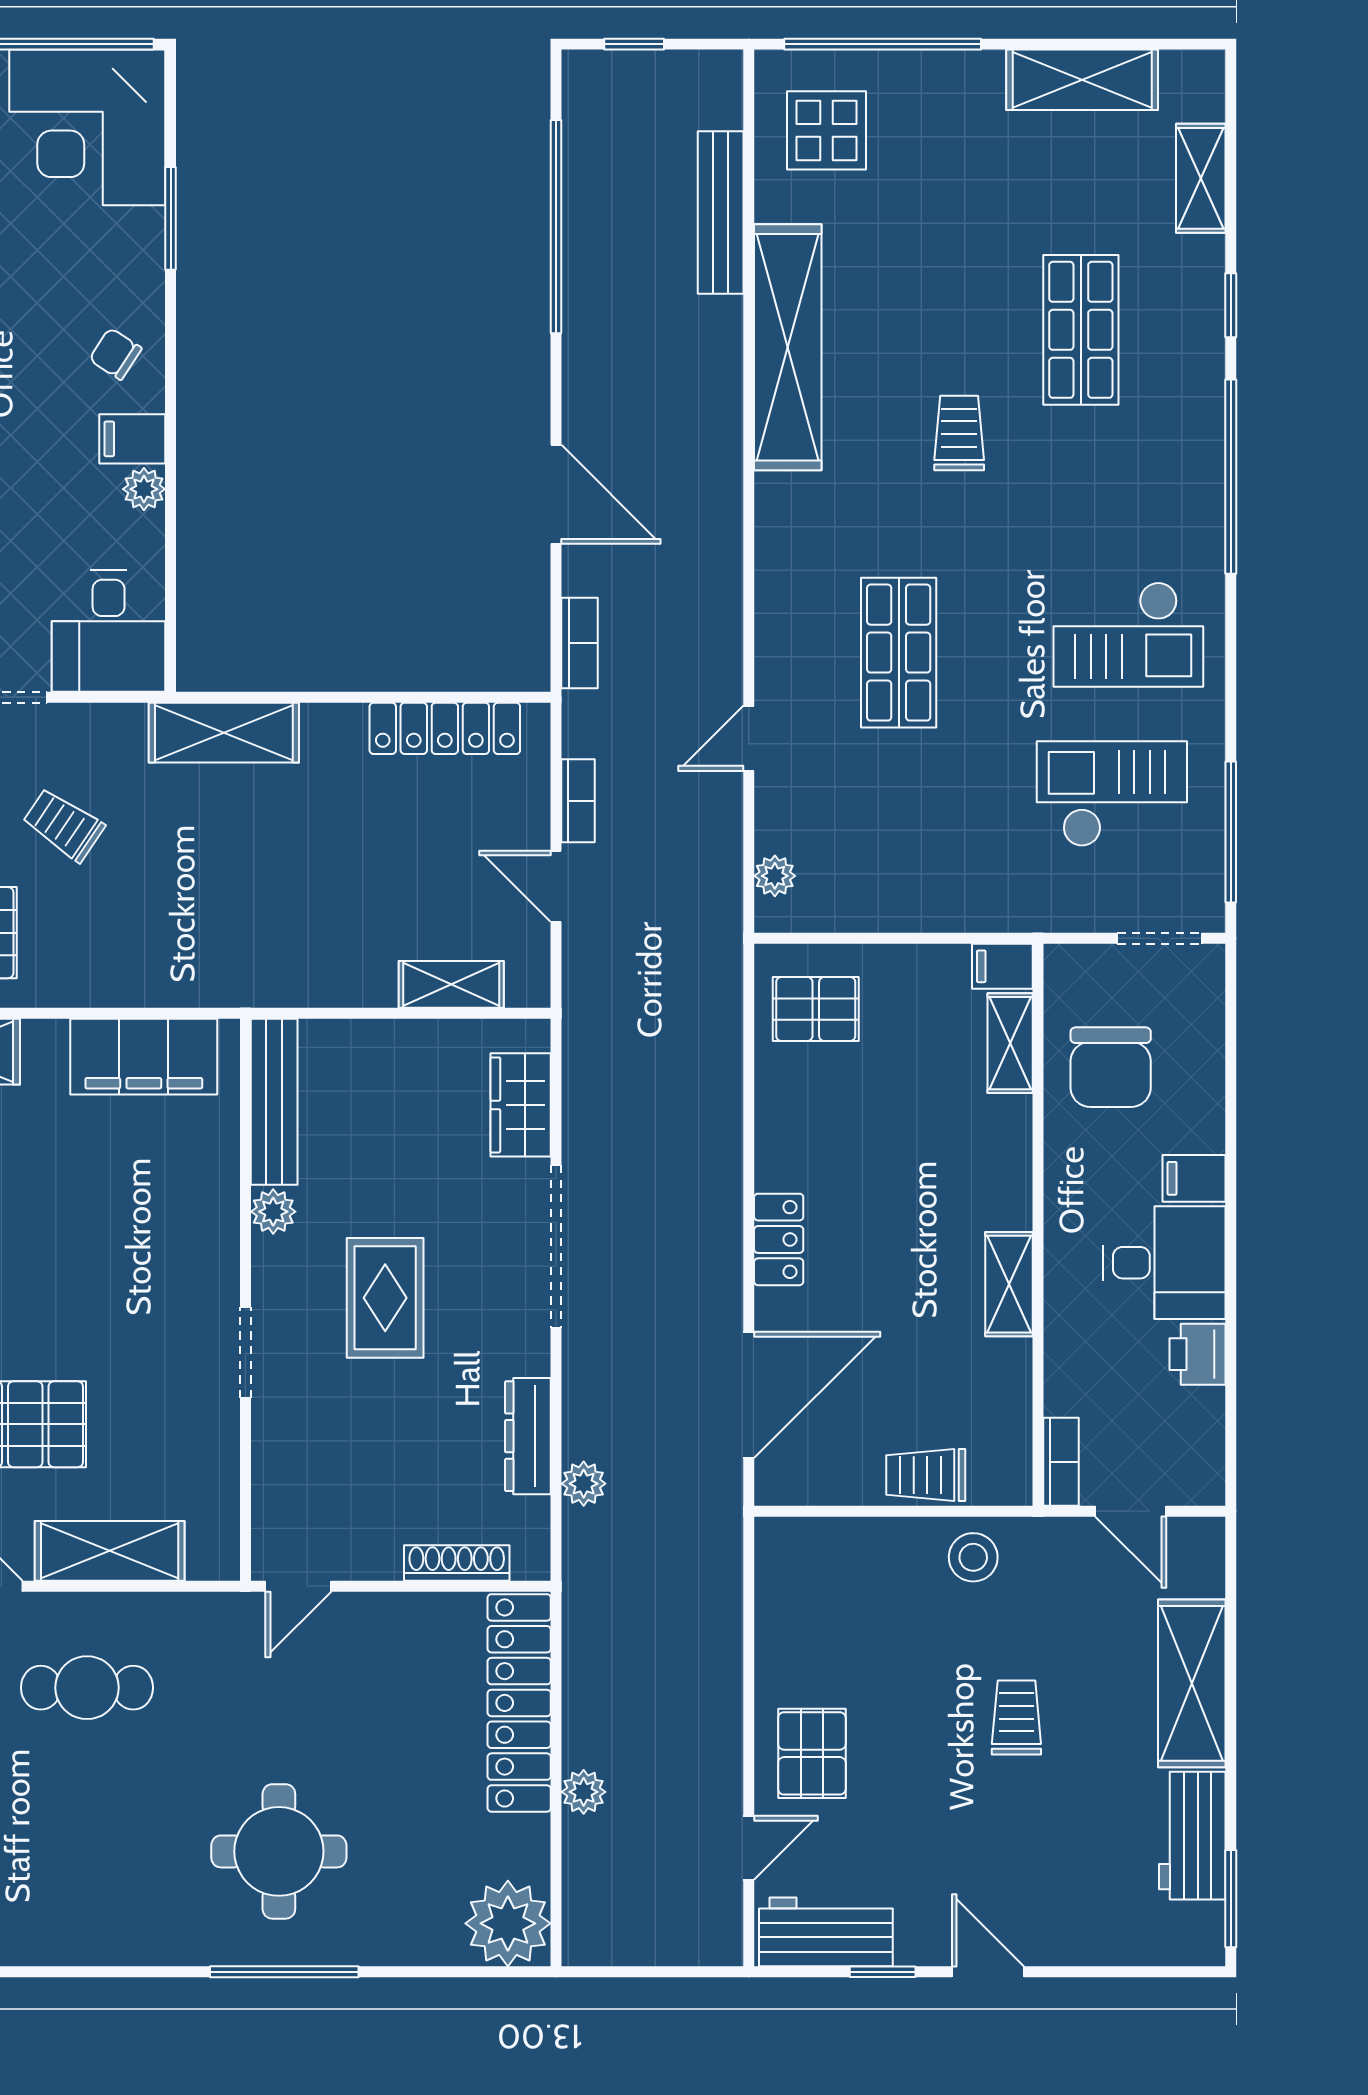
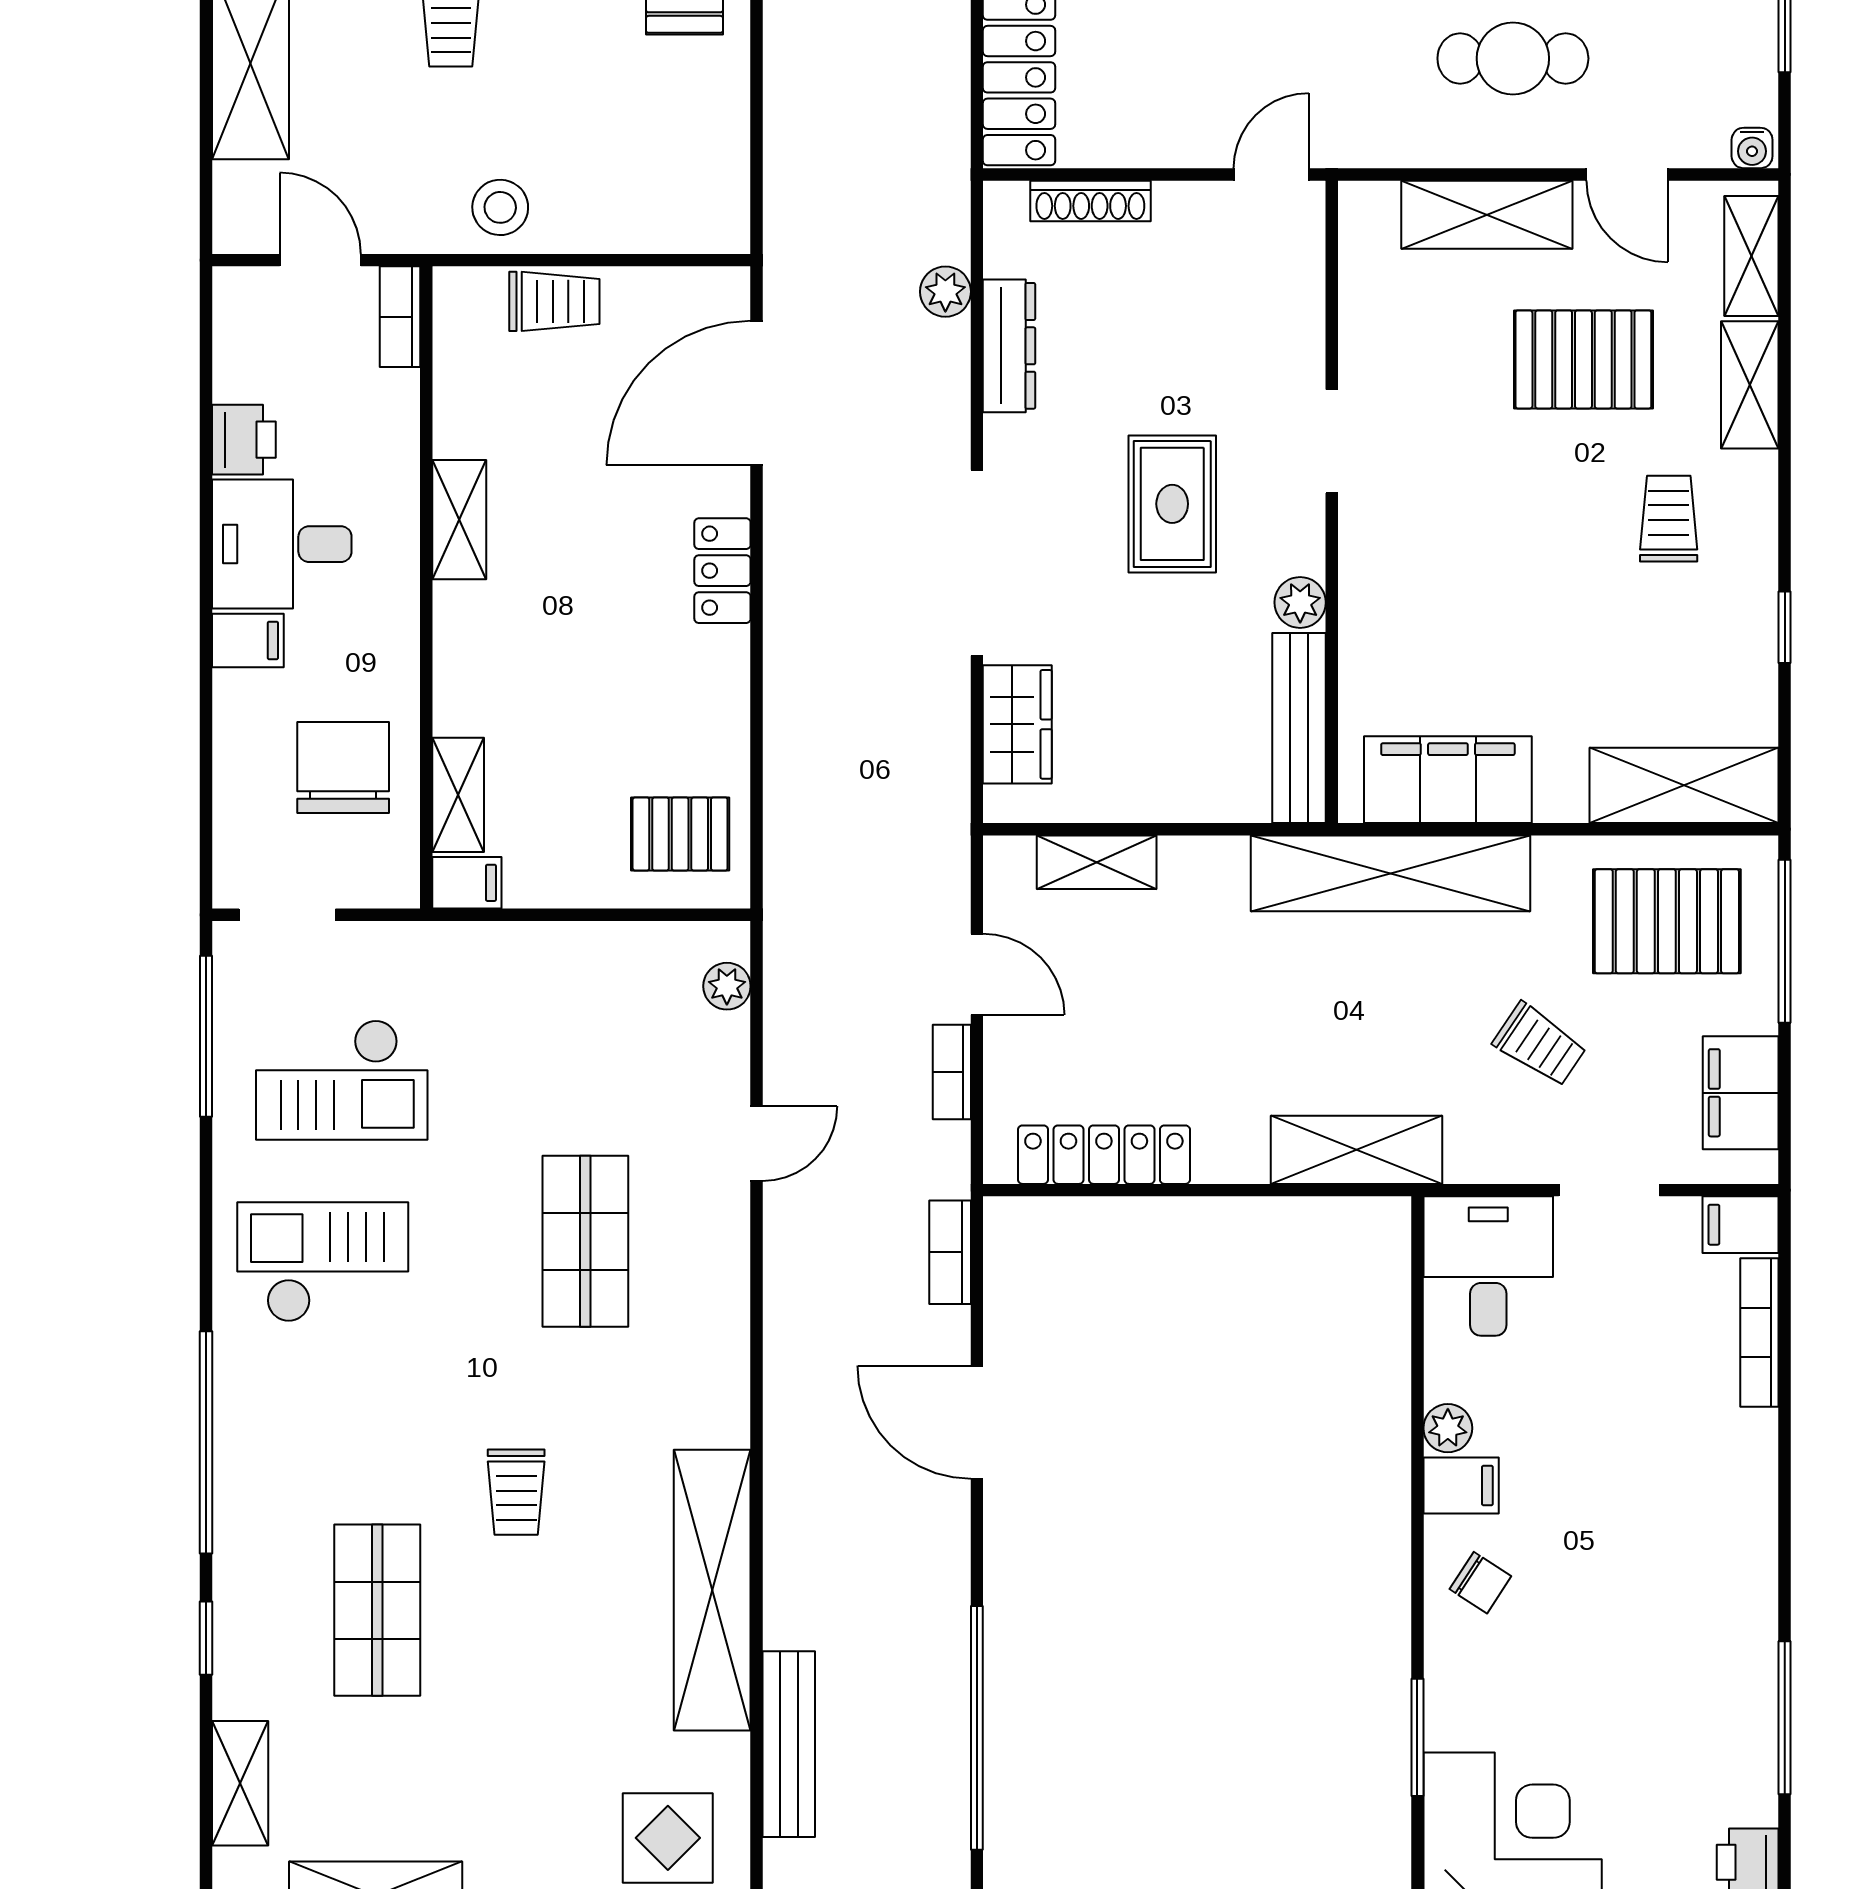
shelving: (194, 975) -> (1391, 873), added

